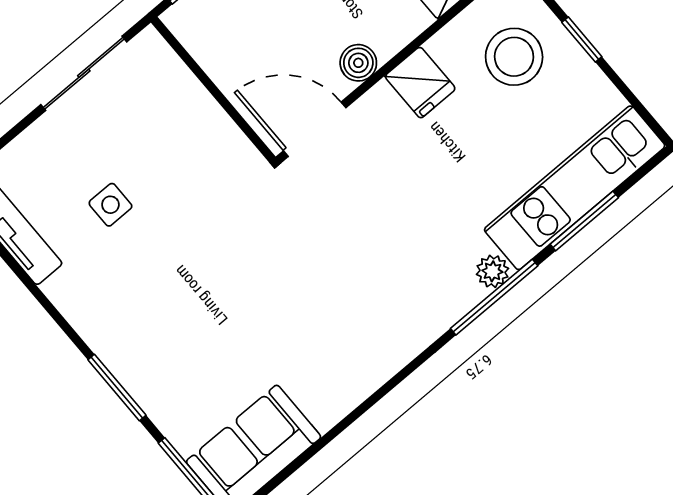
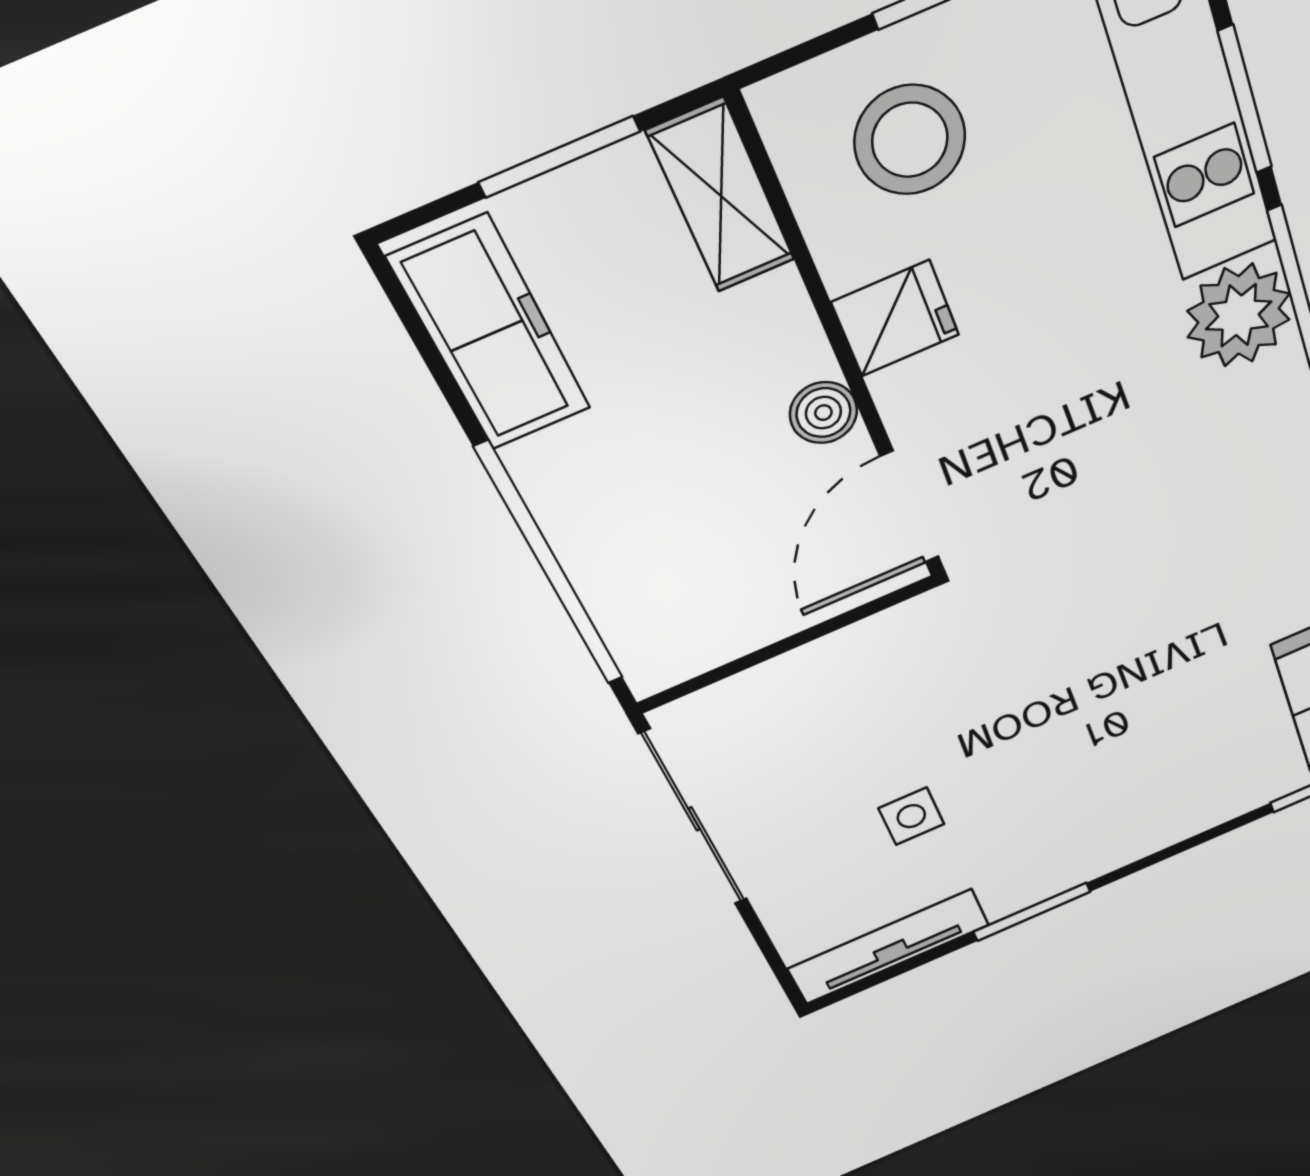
sliding door: (84, 73) -> (694, 819), width x1.37
plant: (492, 271) -> (1239, 315), width x1.88, depth x1.88
window: (117, 388) -> (1032, 912), moved

